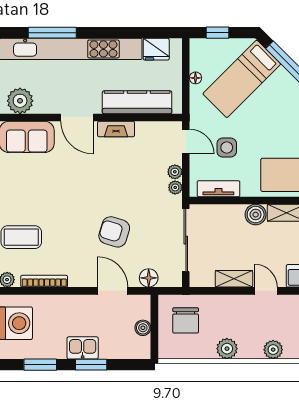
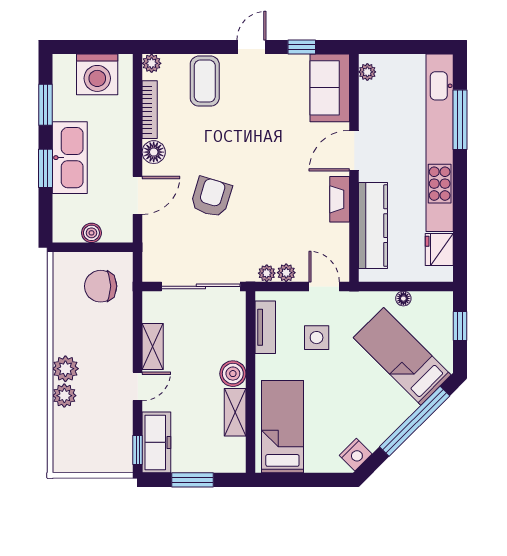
plant: (20, 101) -> (367, 72), width x0.53, depth x0.53
door: (186, 141) -> (324, 286), swing flipped
floor lamp: (149, 278) -> (154, 152), moved
kitchen sink: (83, 348) -> (70, 158), width x1.87, depth x1.24
plant: (227, 349) -> (65, 369), moved

